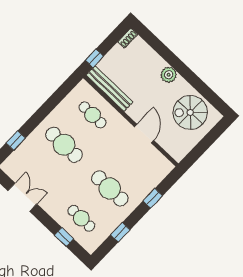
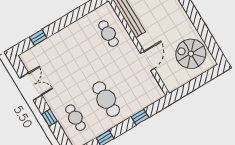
plant: (169, 75) -> (181, 17), removed
cafe table: (64, 145) -> (78, 52), removed
window: (64, 237) -> (50, 118), moved

